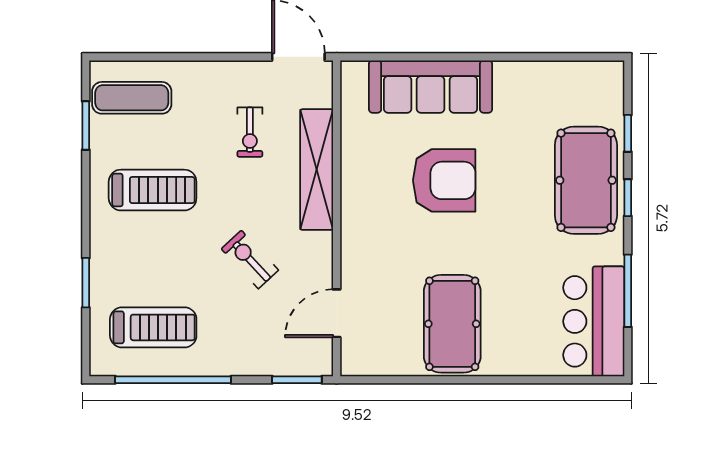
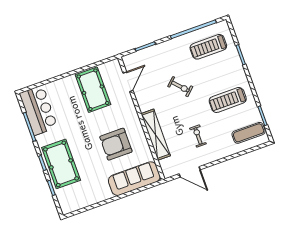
shelving: (317, 170) -> (156, 135), moved
wall: (337, 218) -> (141, 119), moved
door: (337, 313) -> (128, 82), moved

